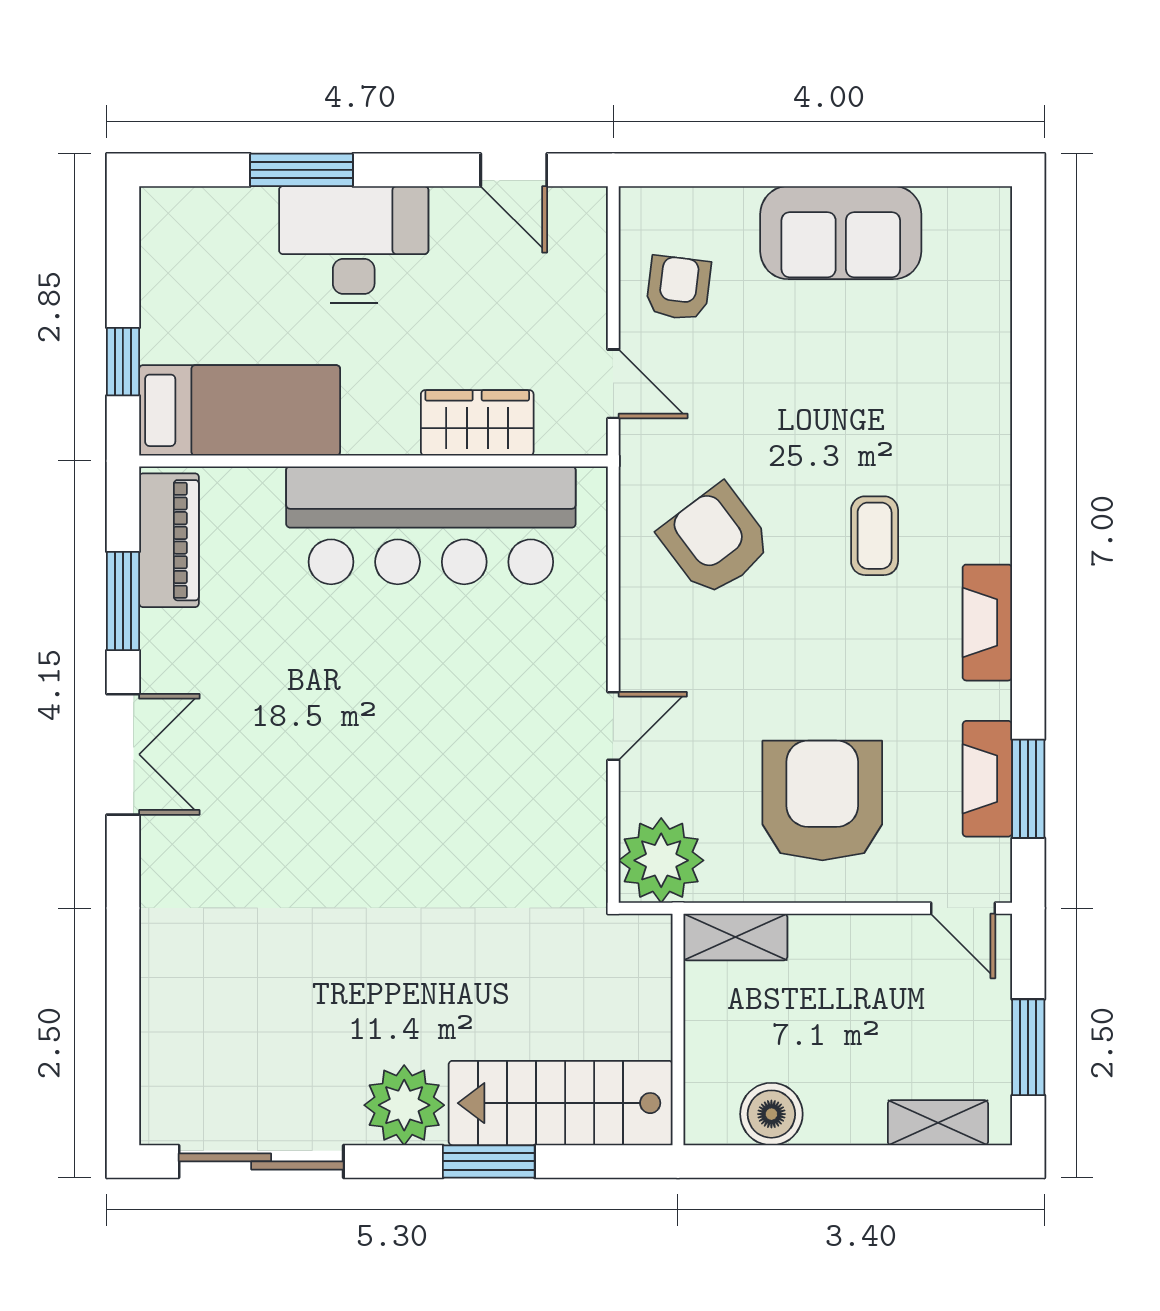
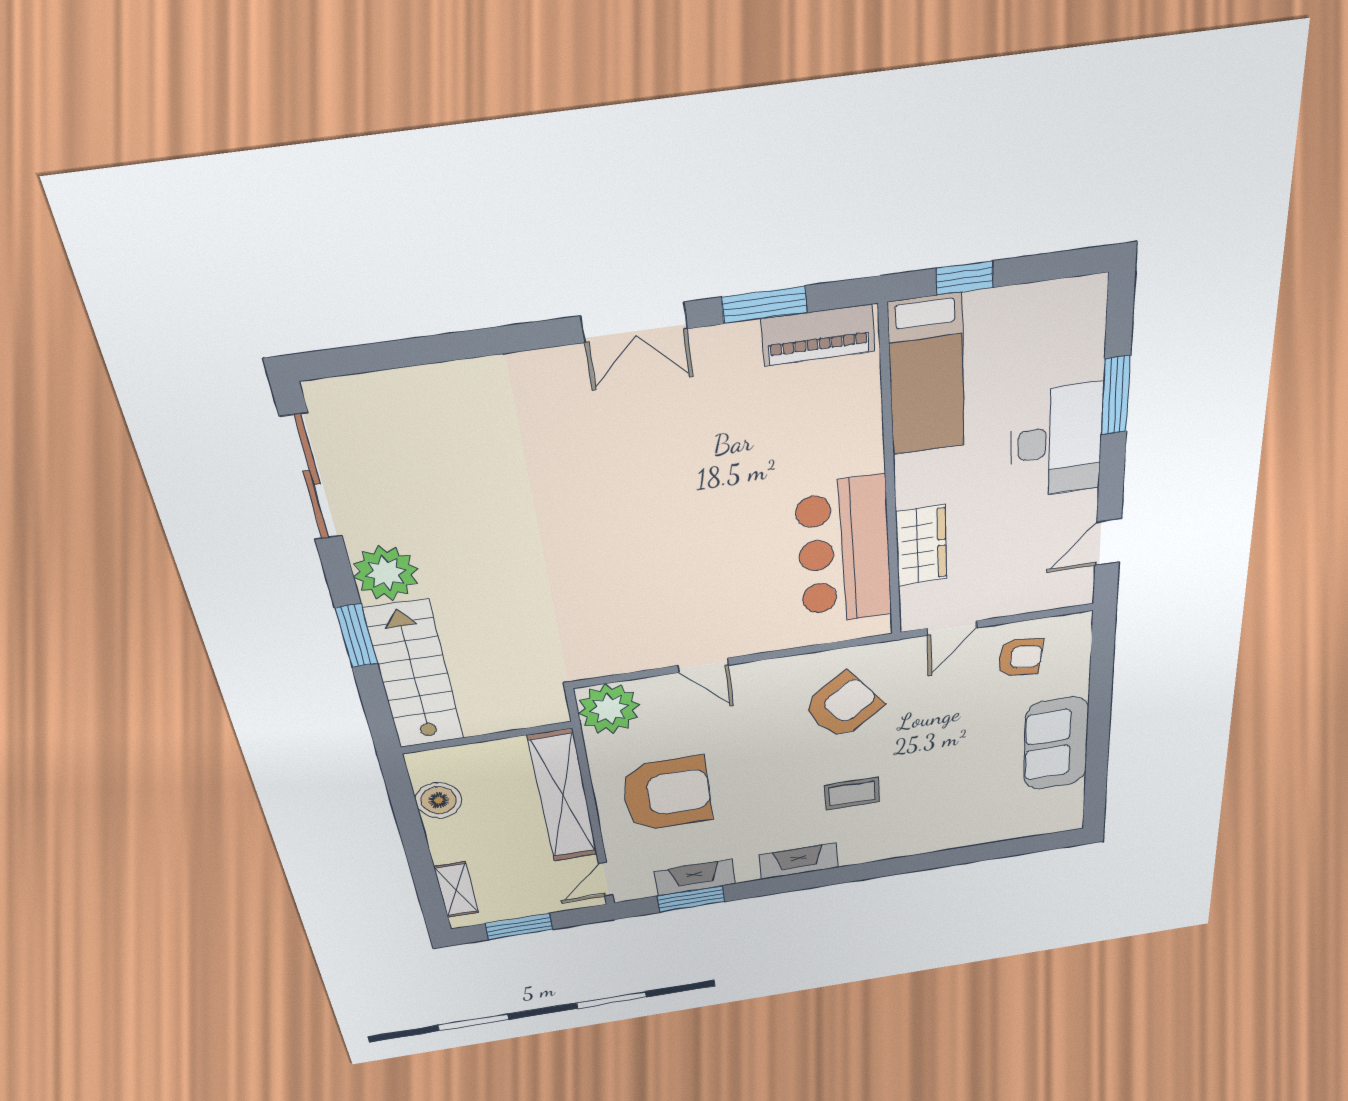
bar counter: (431, 525) -> (844, 552), width x0.73
shelving: (735, 937) -> (563, 796), width x2.20, depth x1.33

